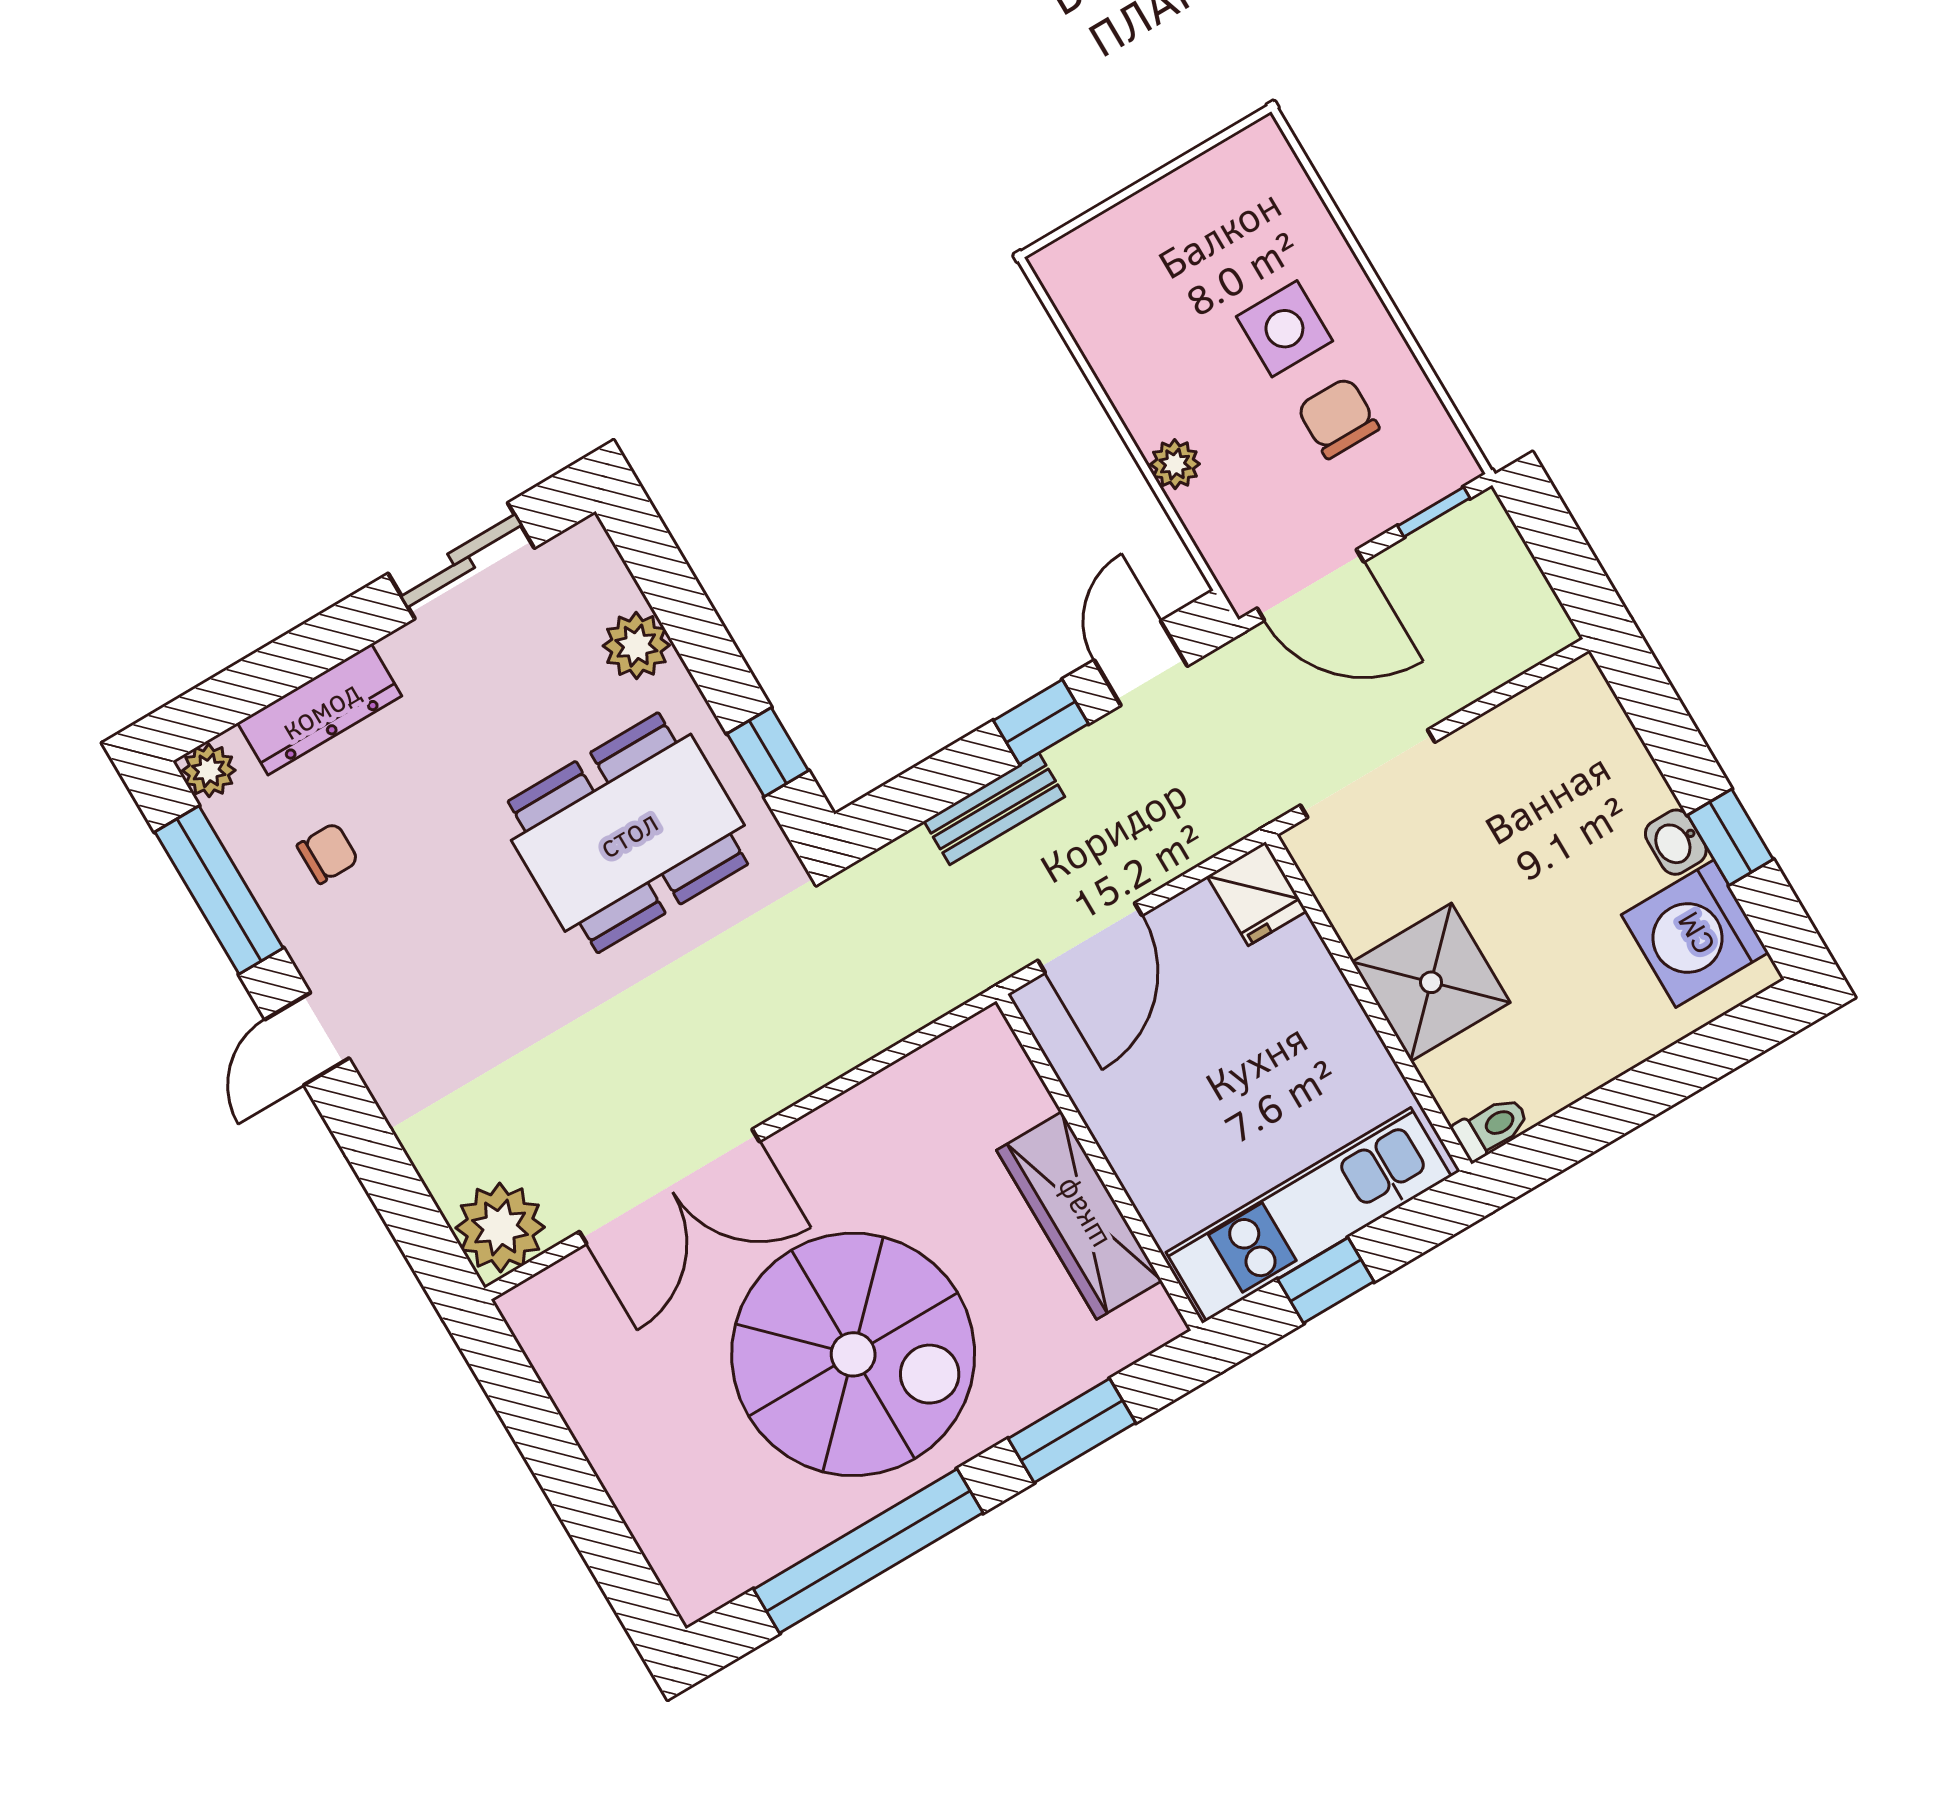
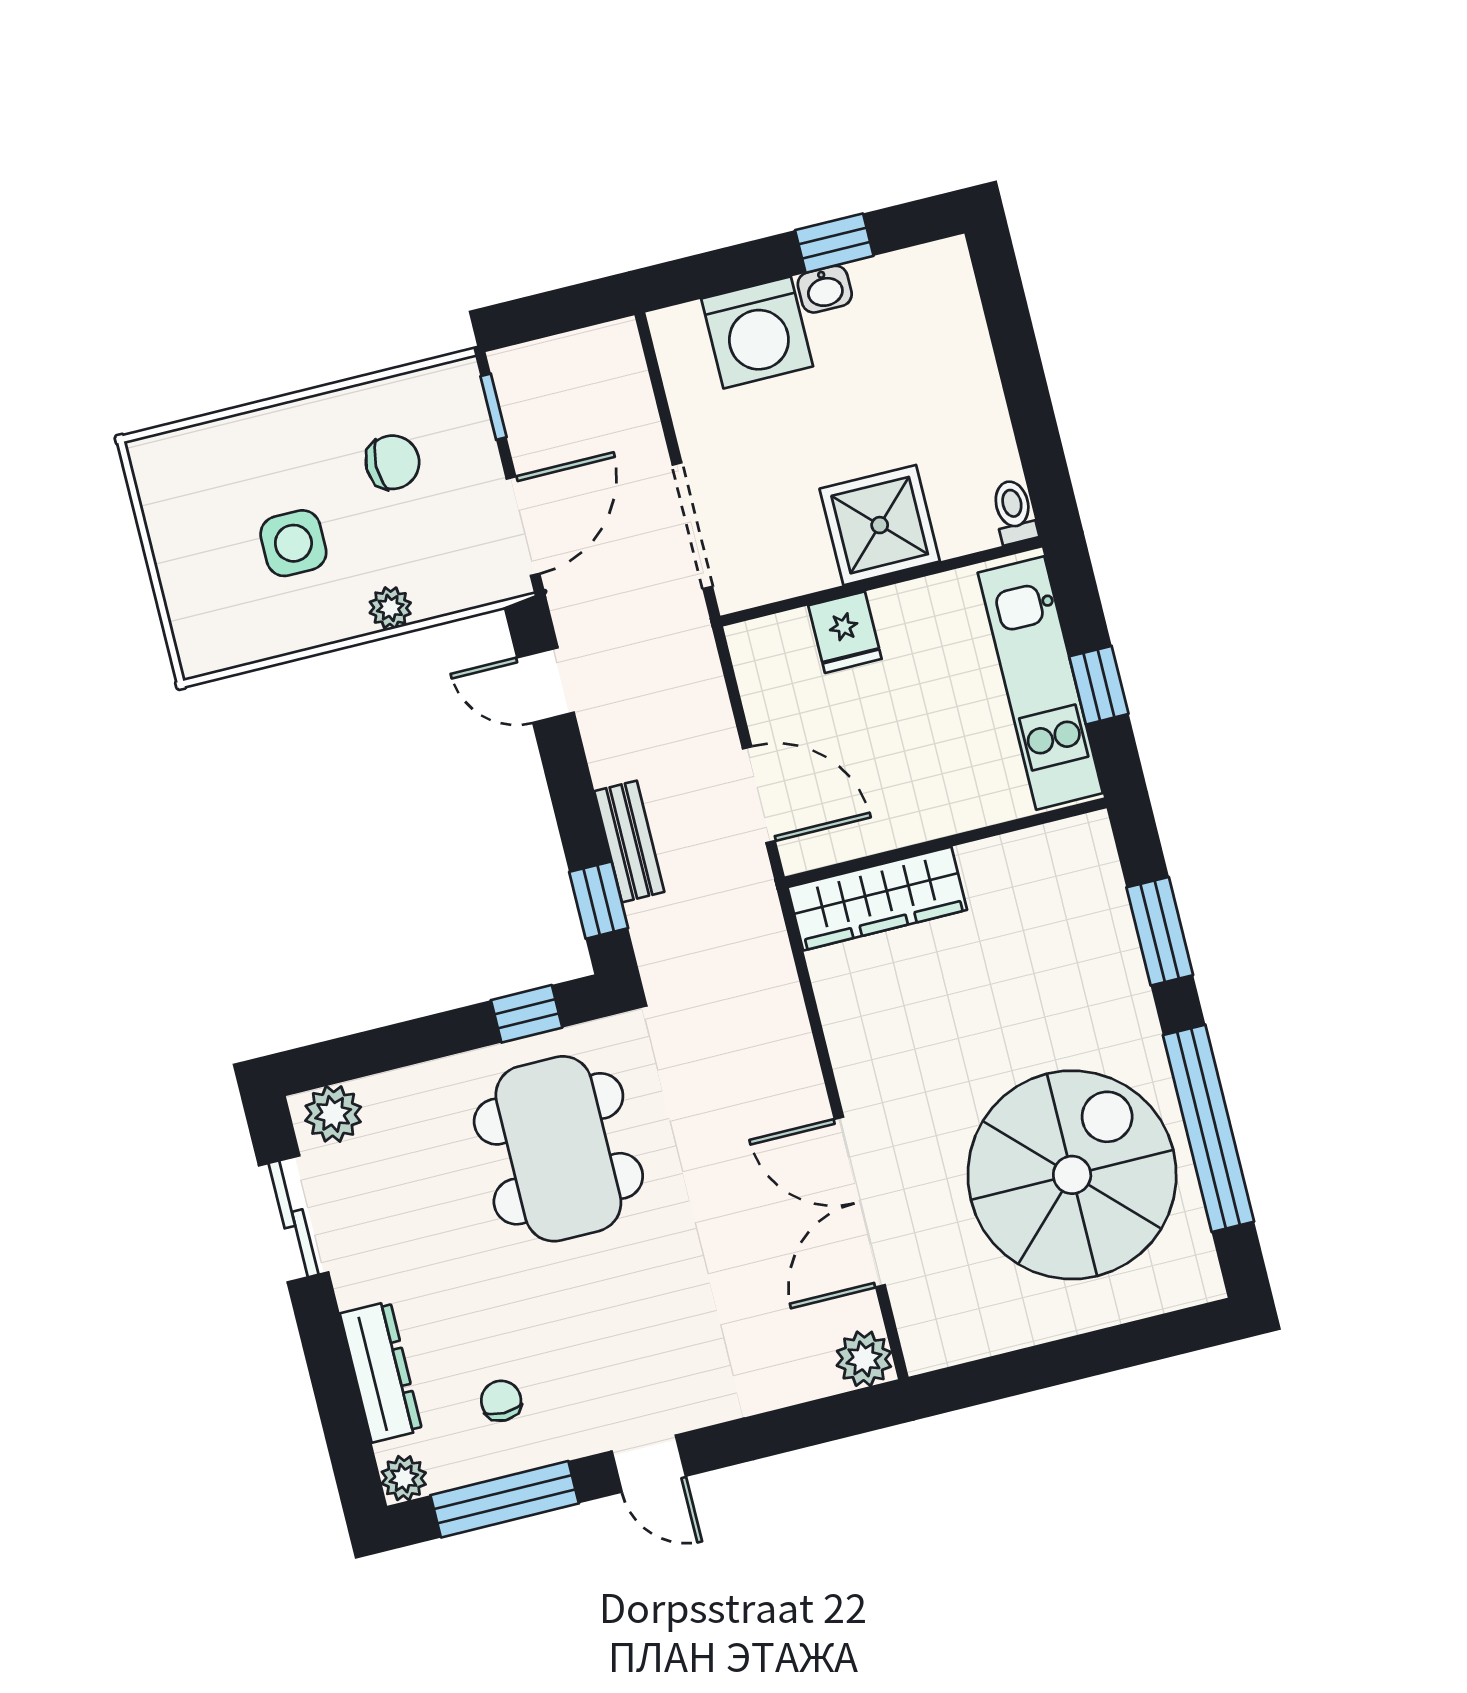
side table: (1284, 329) -> (293, 543), moved
chair: (1338, 418) -> (392, 462), turned 180
plant: (636, 646) -> (333, 1114), moved
window: (1041, 722) -> (599, 900), moved
fridge: (1257, 894) -> (845, 632), moved, turned 90
washing machine: (1695, 934) -> (757, 333), moved
double door: (669, 1187) -> (860, 1202), swing flipped
wardrobe: (1079, 1215) -> (877, 899), moved
plant: (500, 1227) -> (864, 1359), width x0.73, depth x0.73
spiral stairs: (853, 1354) -> (1072, 1175), moved

